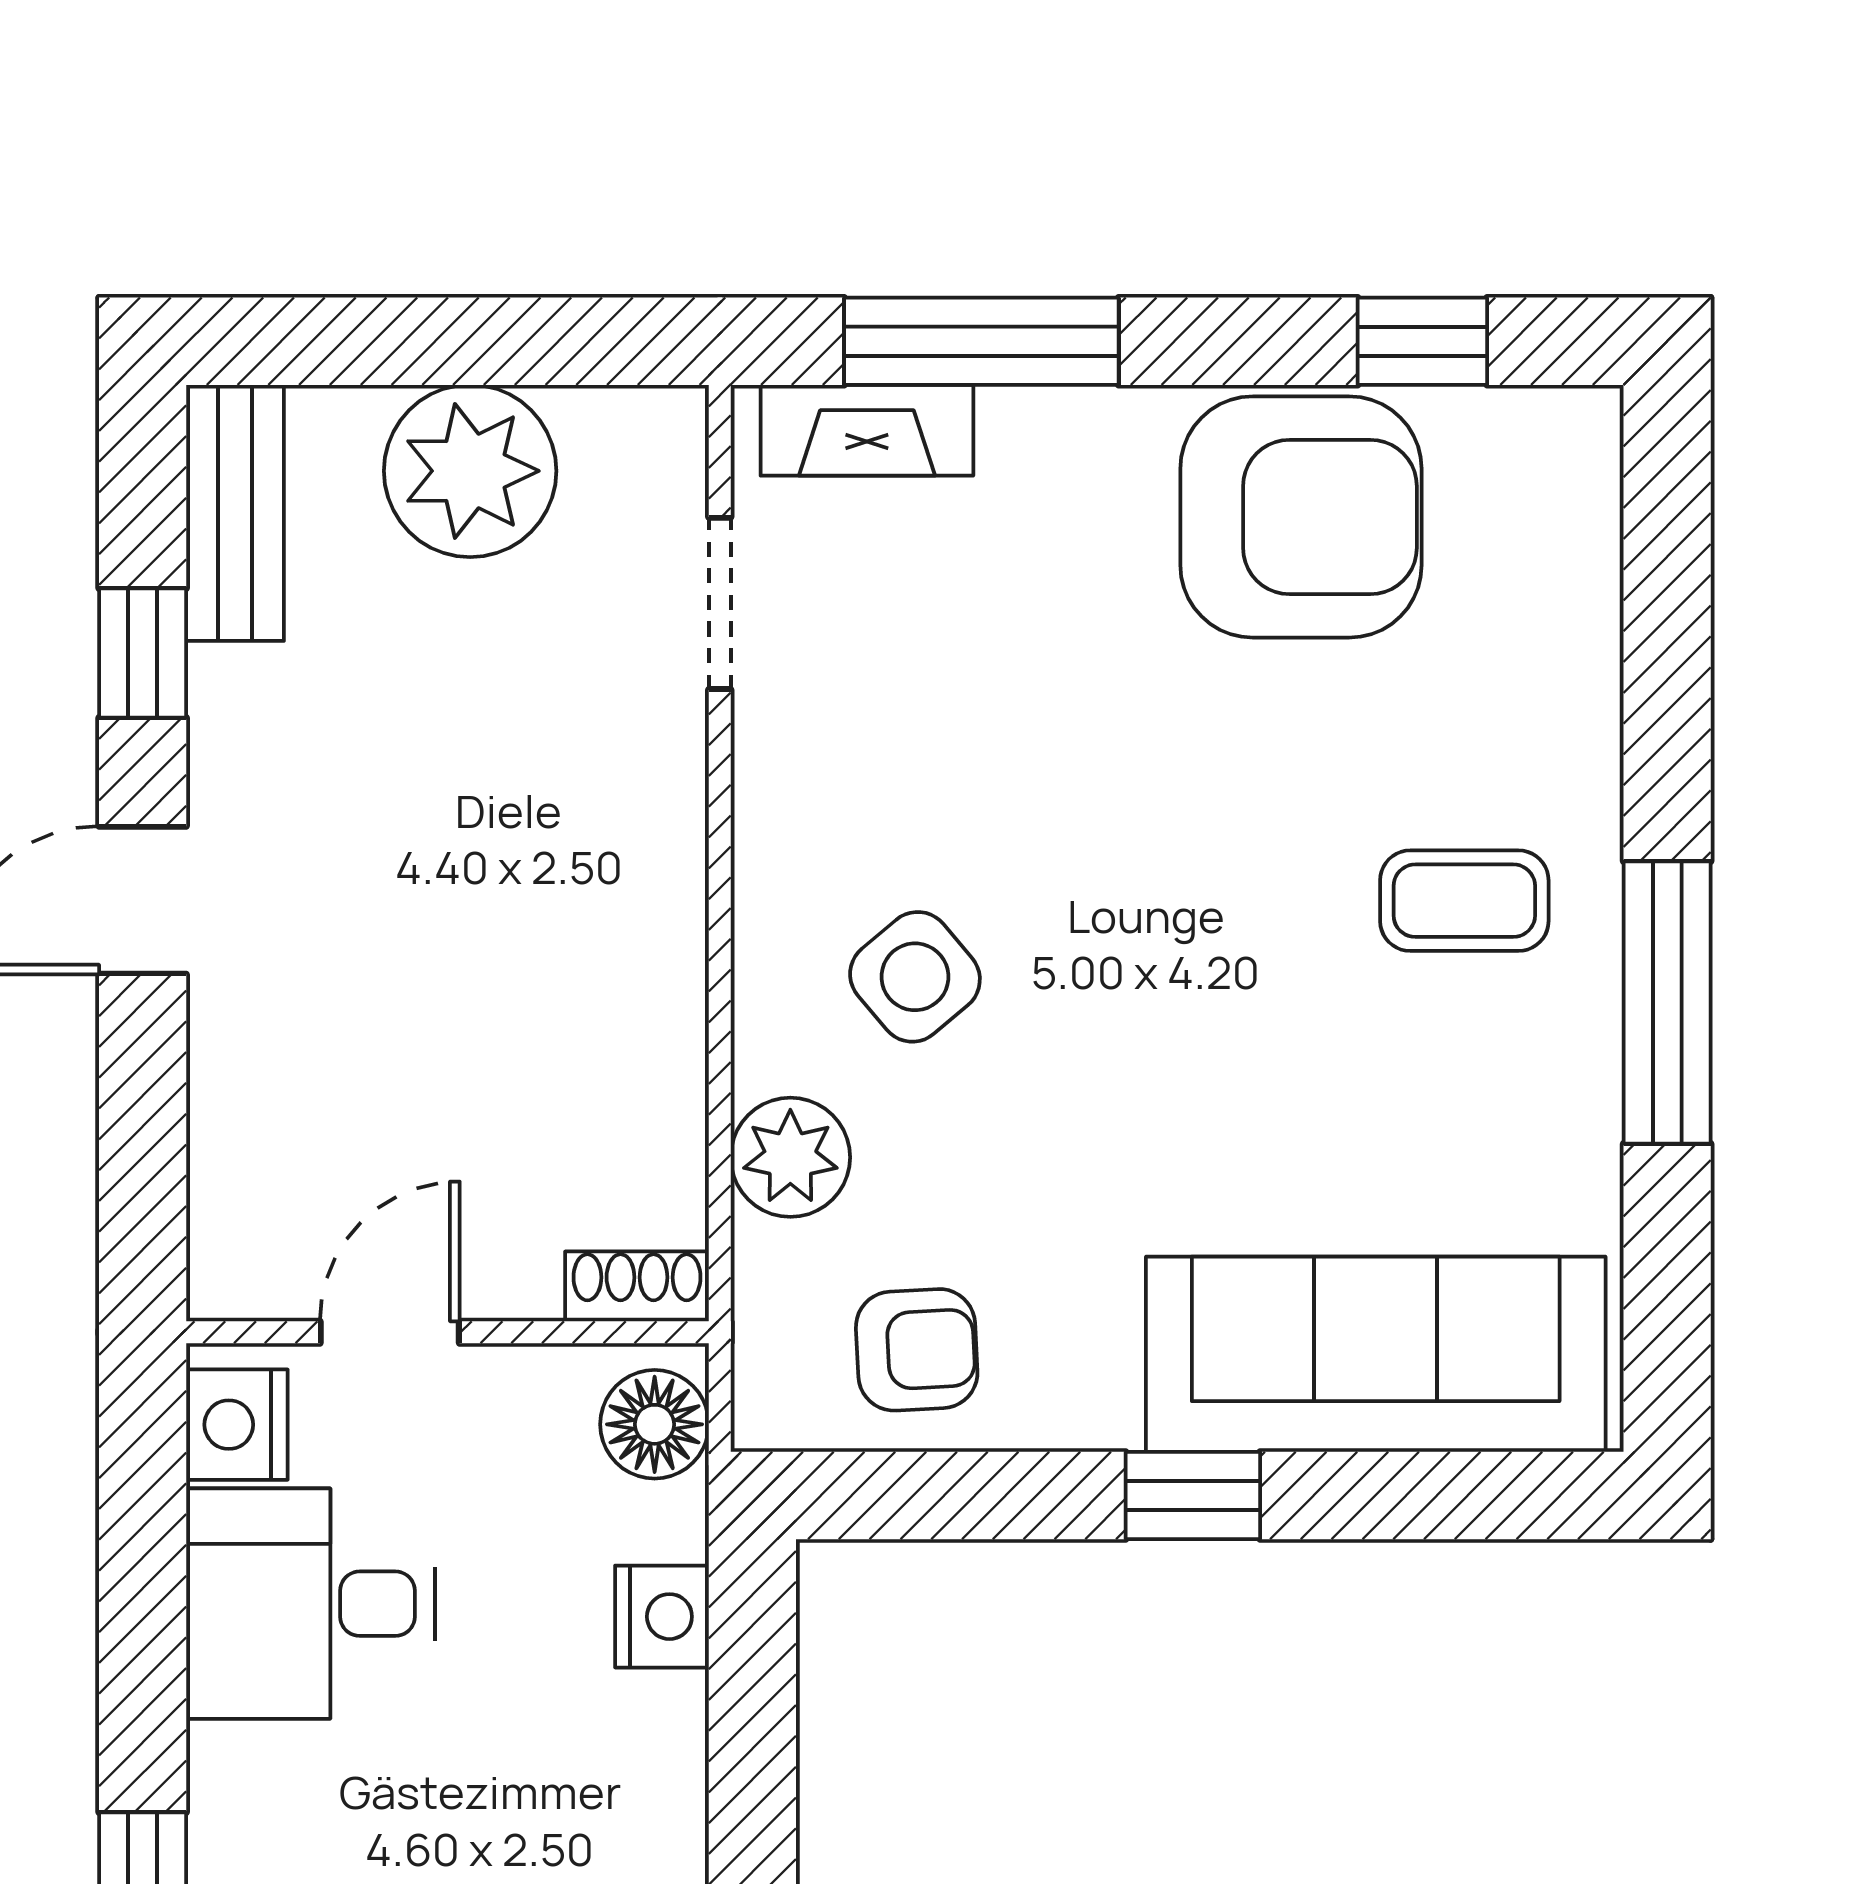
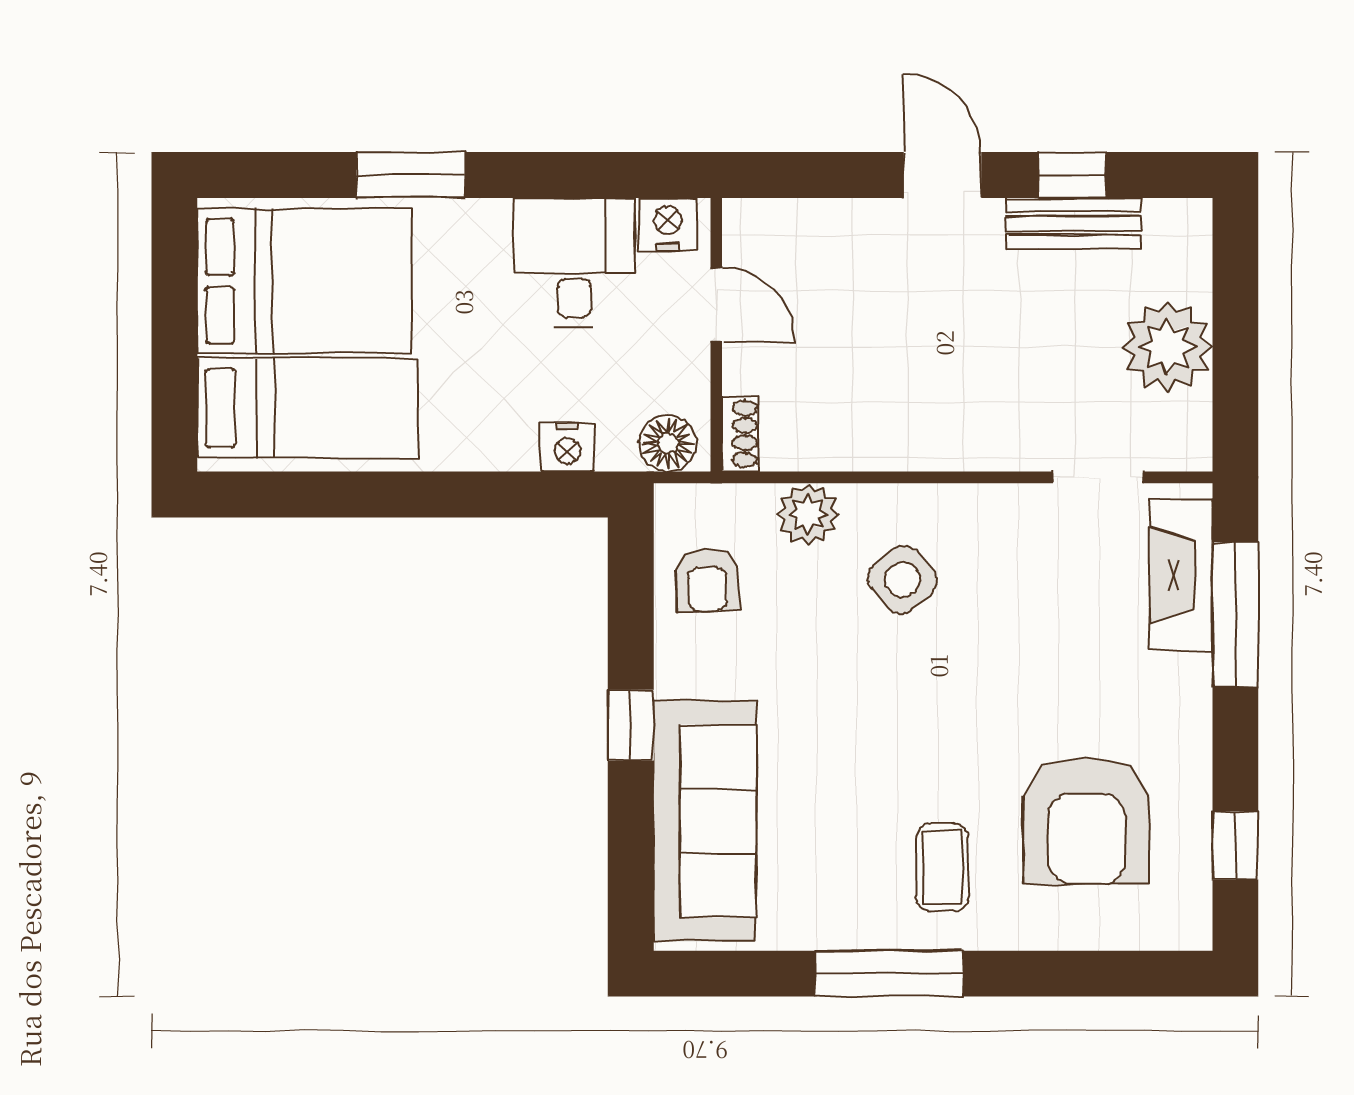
fireplace: (867, 430) -> (1181, 575), width x1.37, depth x1.32
bench: (235, 513) -> (1073, 223), moved
armchair: (1301, 517) -> (1087, 821), moved

